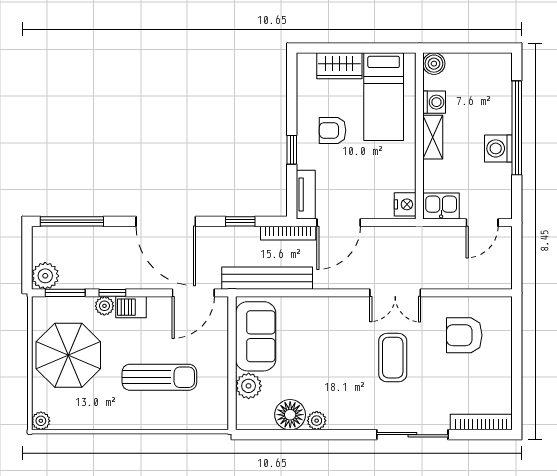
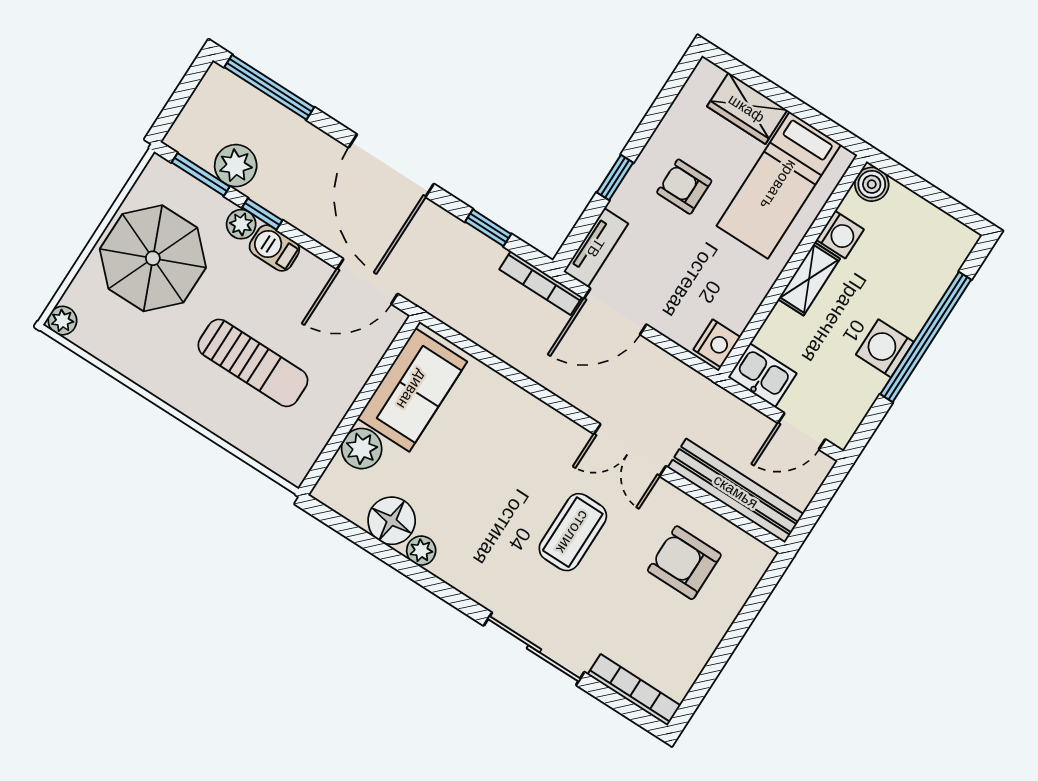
plant: (45, 276) -> (236, 166), moved
bench: (267, 278) -> (736, 491), moved

